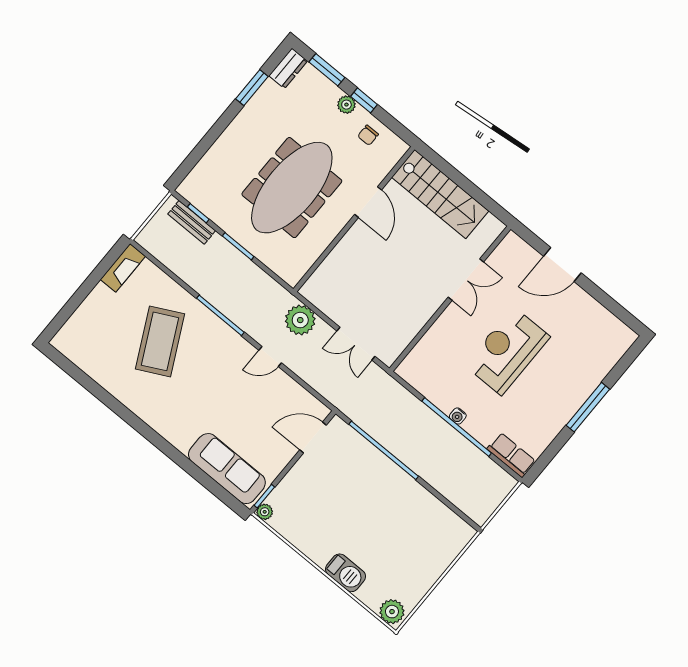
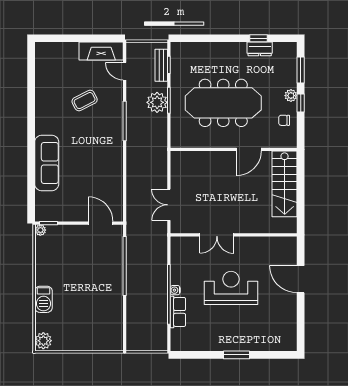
dresser: (288, 68) -> (260, 49), moved
window: (252, 88) -> (259, 38), width x0.67
fireplace: (123, 268) -> (101, 51), width x1.37, depth x1.32
double door: (466, 280) -> (217, 235), moved
plant: (300, 320) -> (157, 102), moved
coffee table: (160, 341) -> (85, 101), width x0.54, depth x0.58
door: (270, 357) -> (125, 71), moved
window: (588, 407) -> (237, 355), width x0.69
row of seats: (511, 455) -> (178, 312), moved
sofa: (227, 469) -> (47, 163), moved

